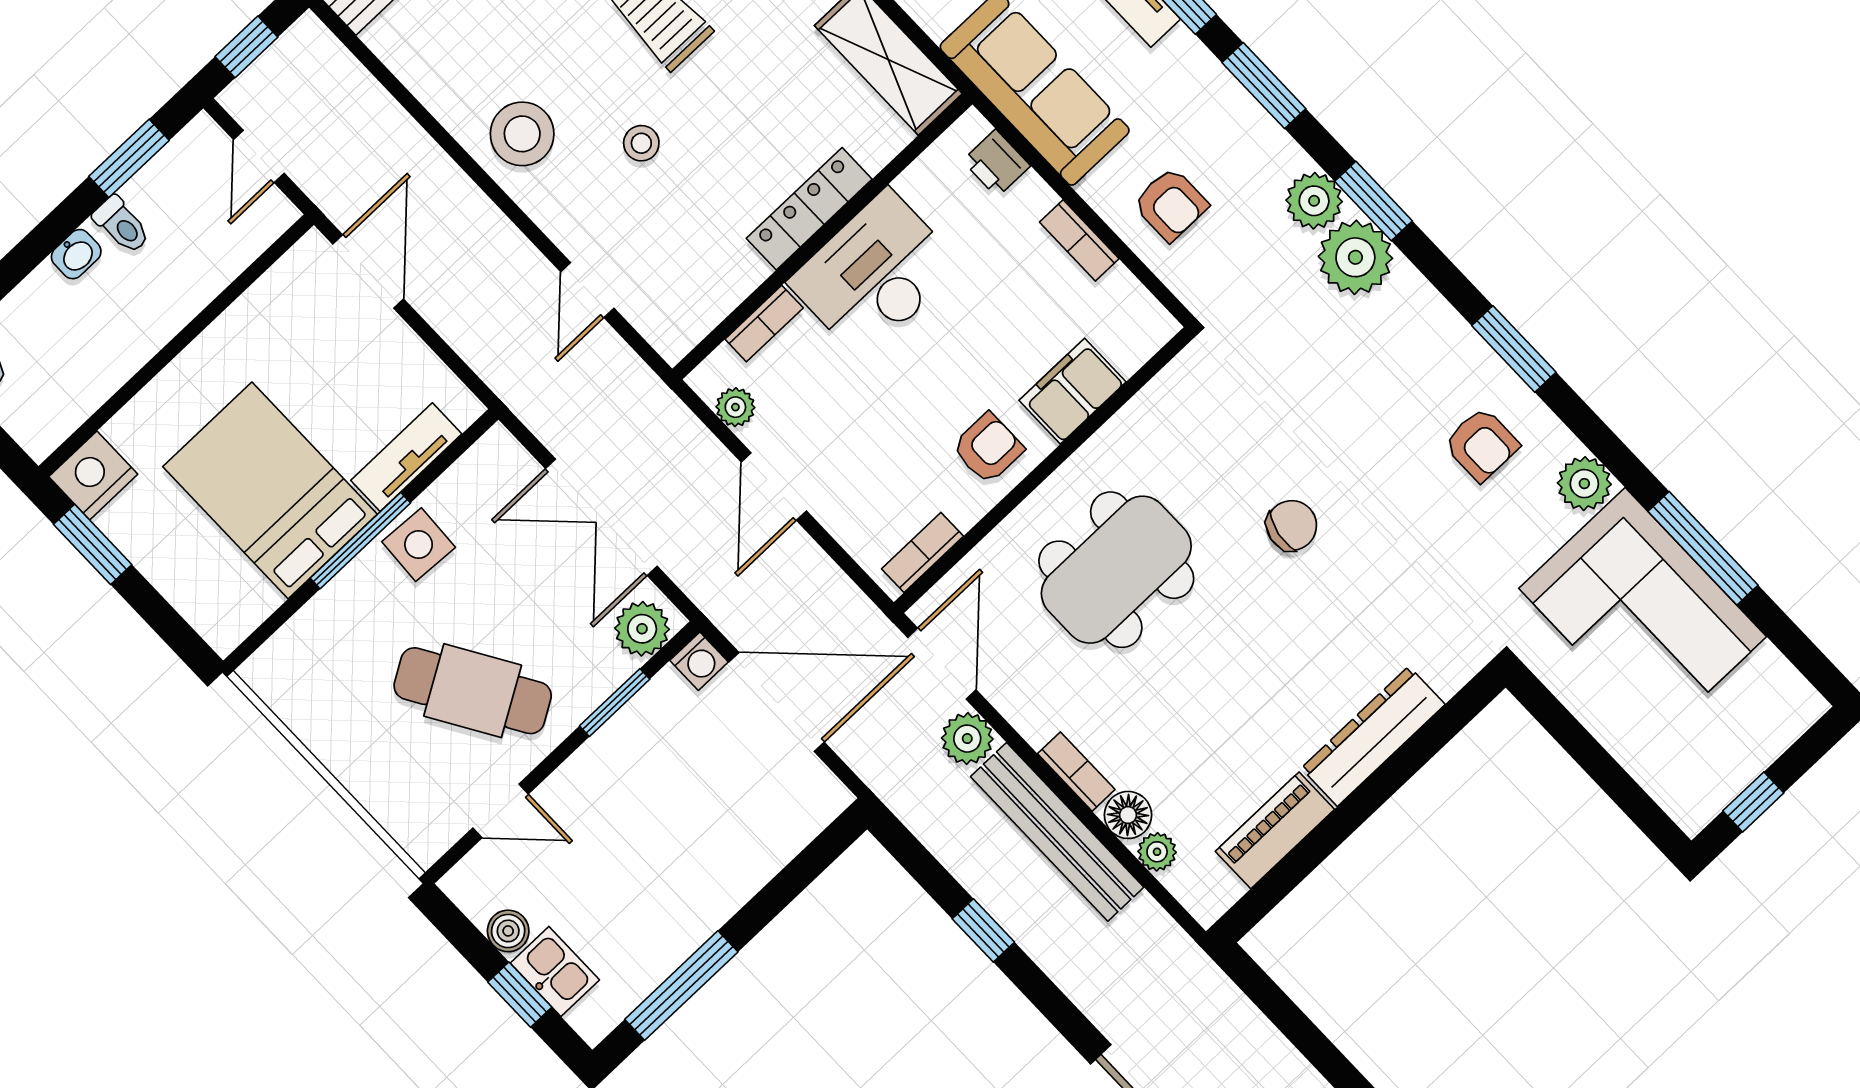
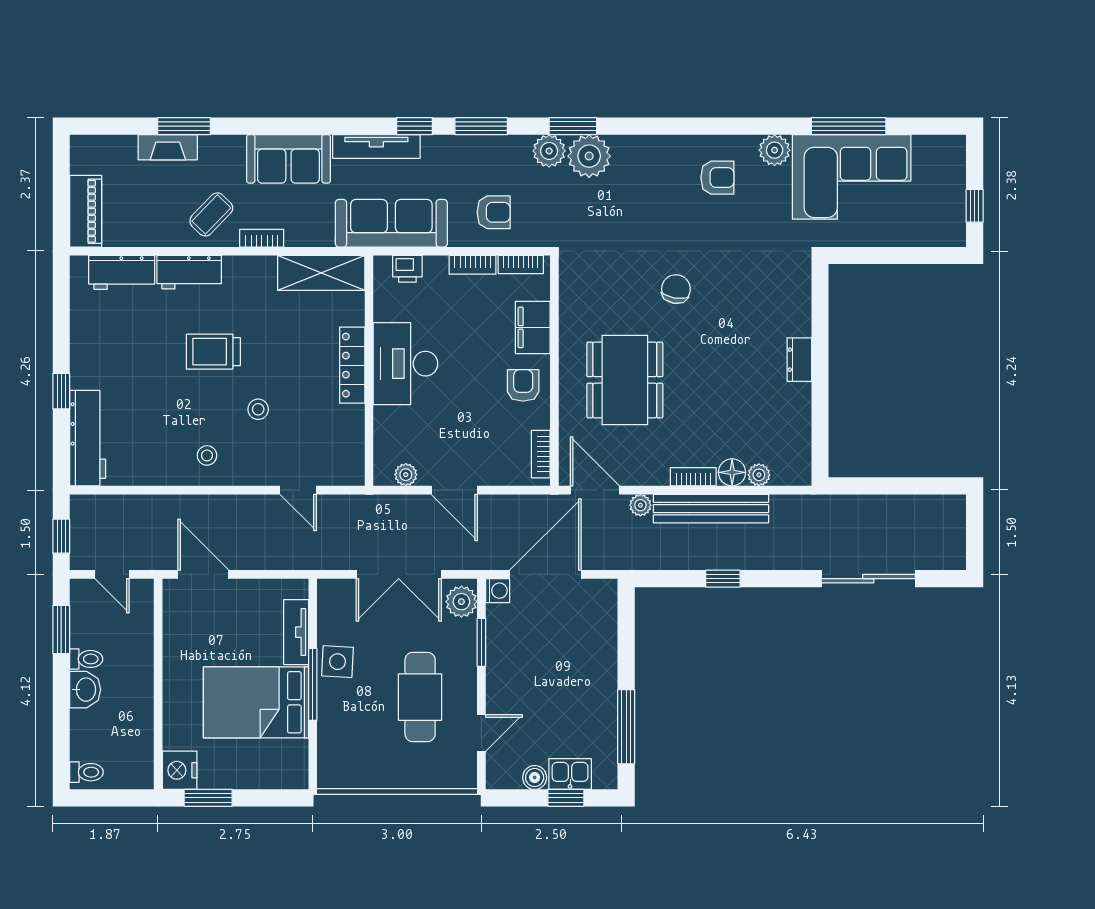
stool: (522, 134) -> (207, 455), width x0.53, depth x0.53
washbasin: (76, 254) -> (85, 690), width x1.38, depth x1.45
bookcase: (764, 324) -> (521, 264), moved, turned 90
window: (1514, 349) -> (690, 126), removed
cafe table: (473, 691) -> (420, 697), turned -59
dresser: (1373, 736) -> (799, 360), width x0.51, depth x0.80
plant: (967, 739) -> (640, 505), width x0.73, depth x0.73
piano: (1275, 830) -> (797, 417), removed

